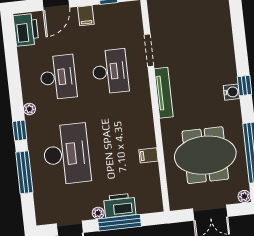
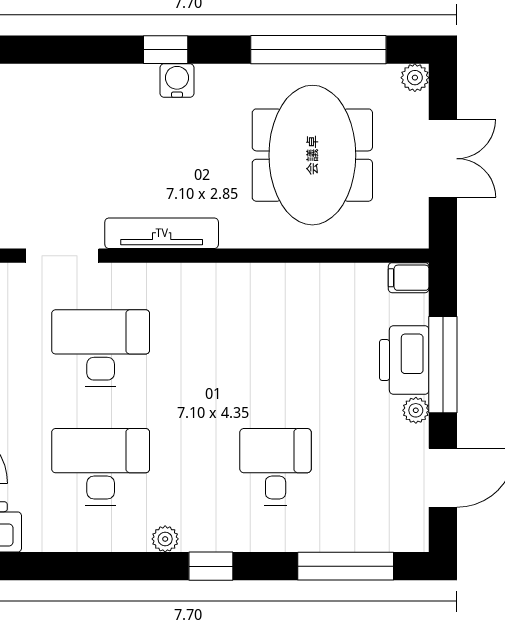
desk: (67, 154) -> (276, 467), width x0.53, depth x0.77
filing cabinet: (149, 155) -> (409, 278), moved, turned 90
window: (24, 172) -> (346, 566), moved

